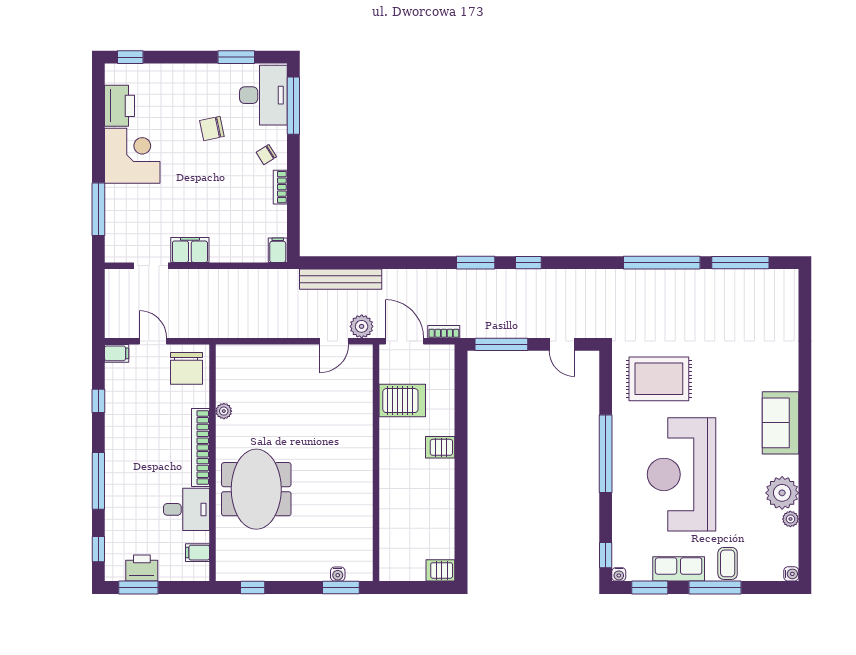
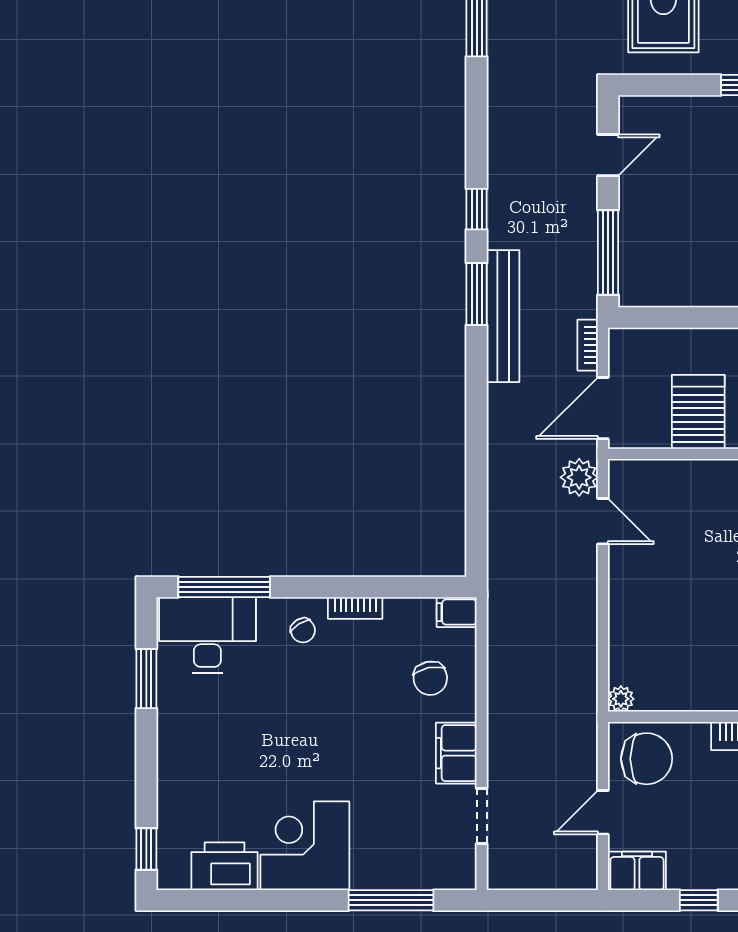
chair: (212, 128) -> (430, 678), moved
bench: (341, 279) -> (503, 316), moved
filing cabinet: (117, 353) -> (637, 871), width x2.00
plant: (224, 411) -> (621, 699), moved

